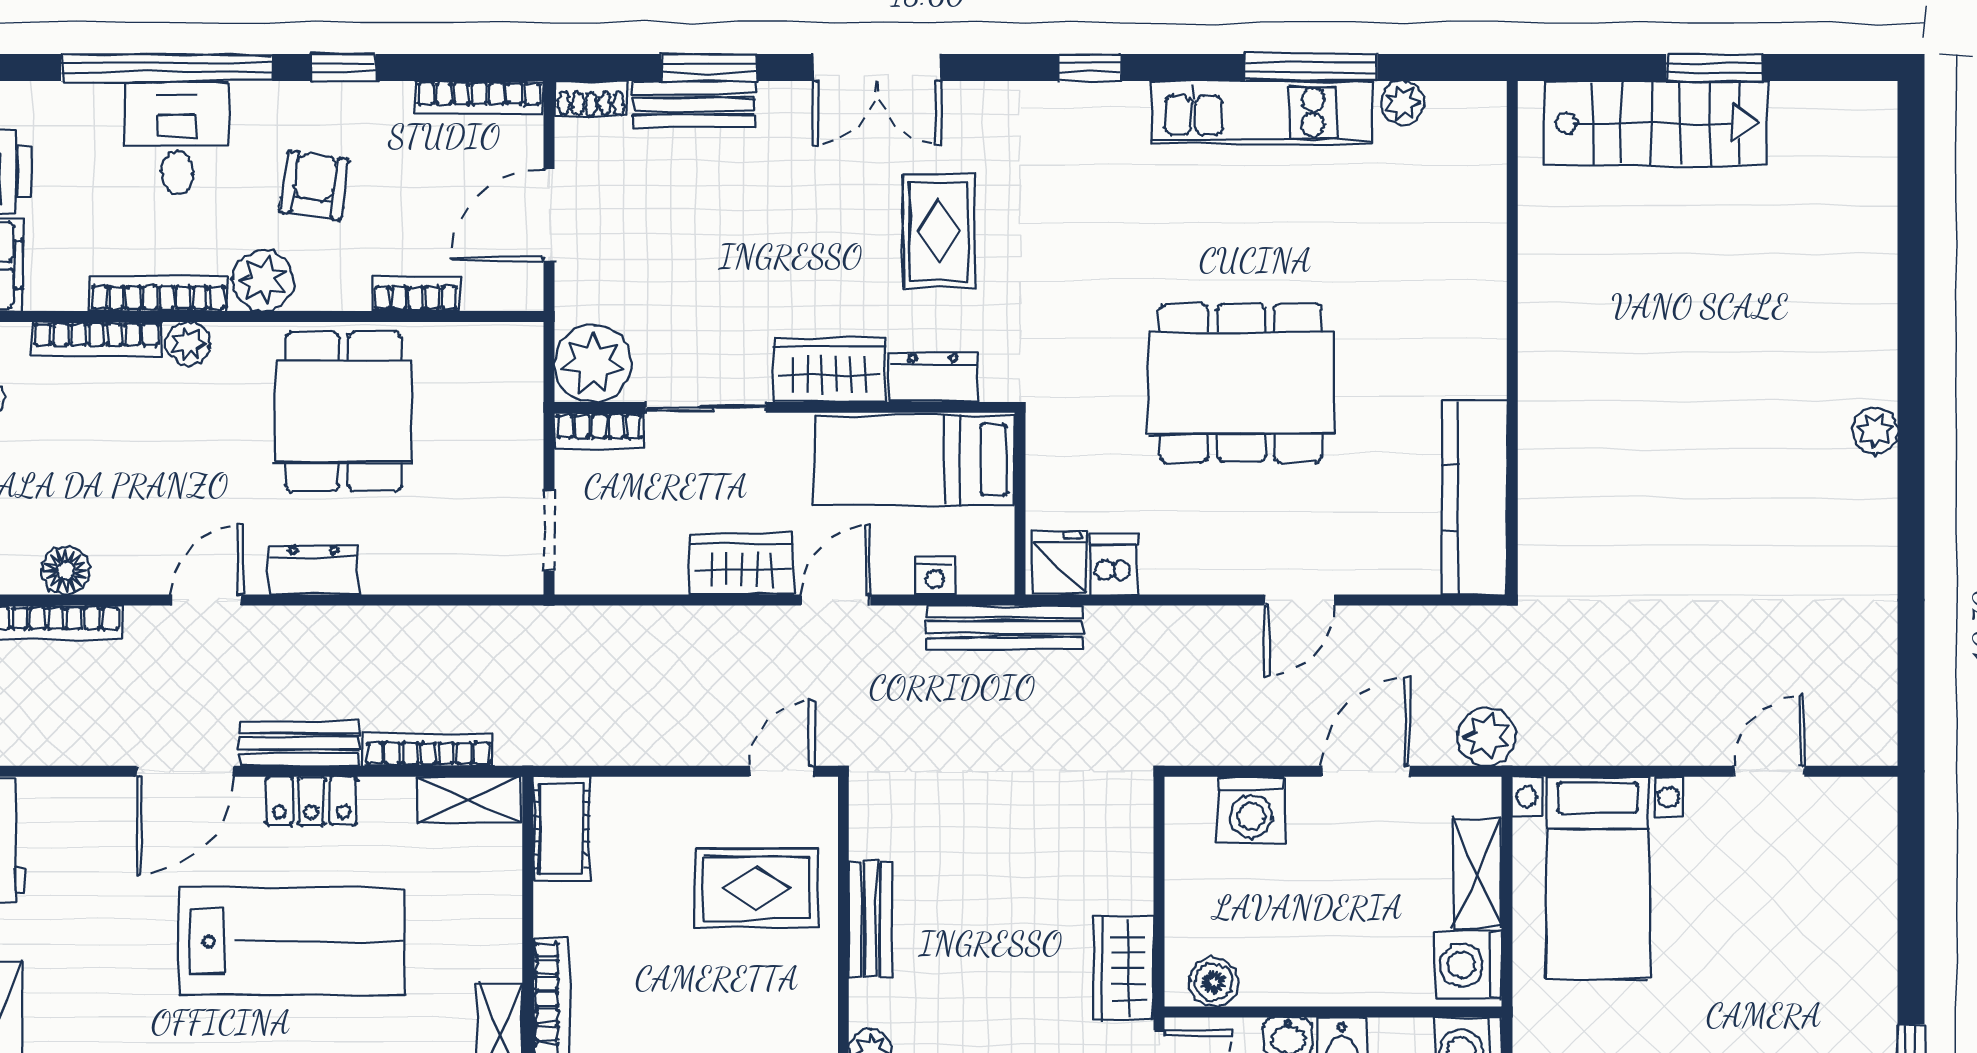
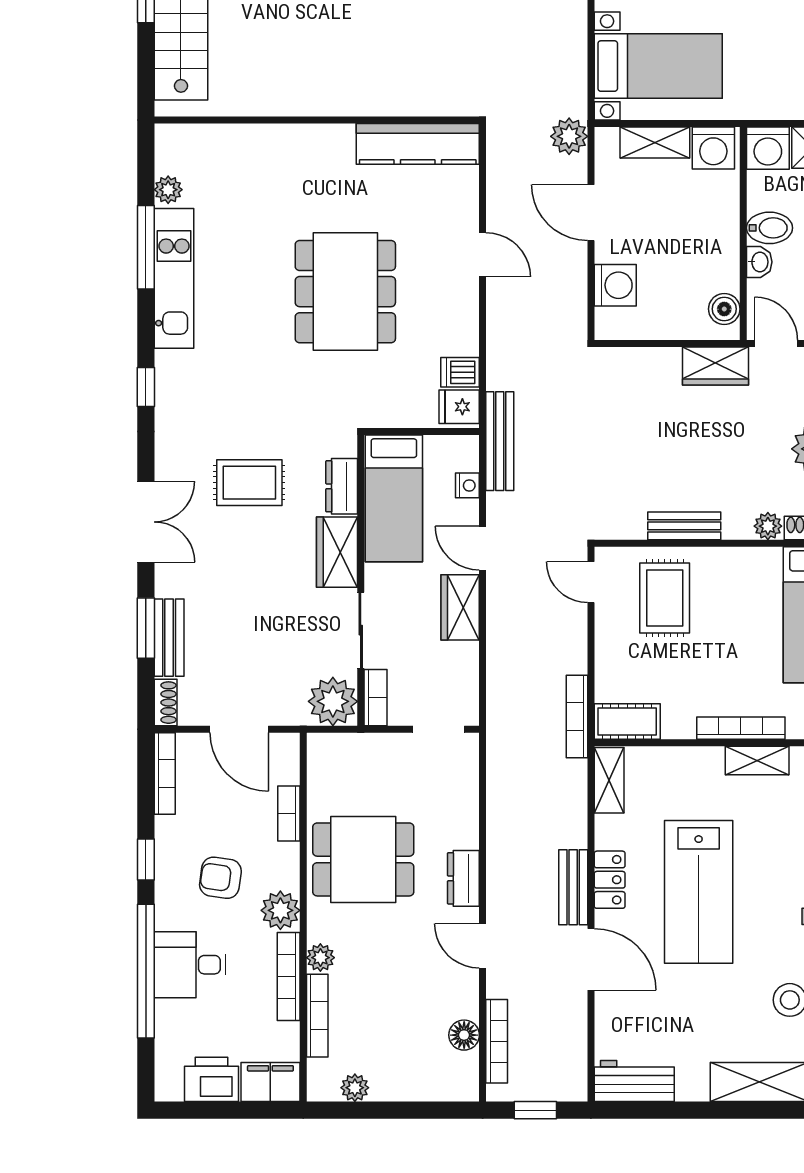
bookcase: (428, 749) -> (577, 717), moved
lab bench: (292, 942) -> (699, 892), turned 180

